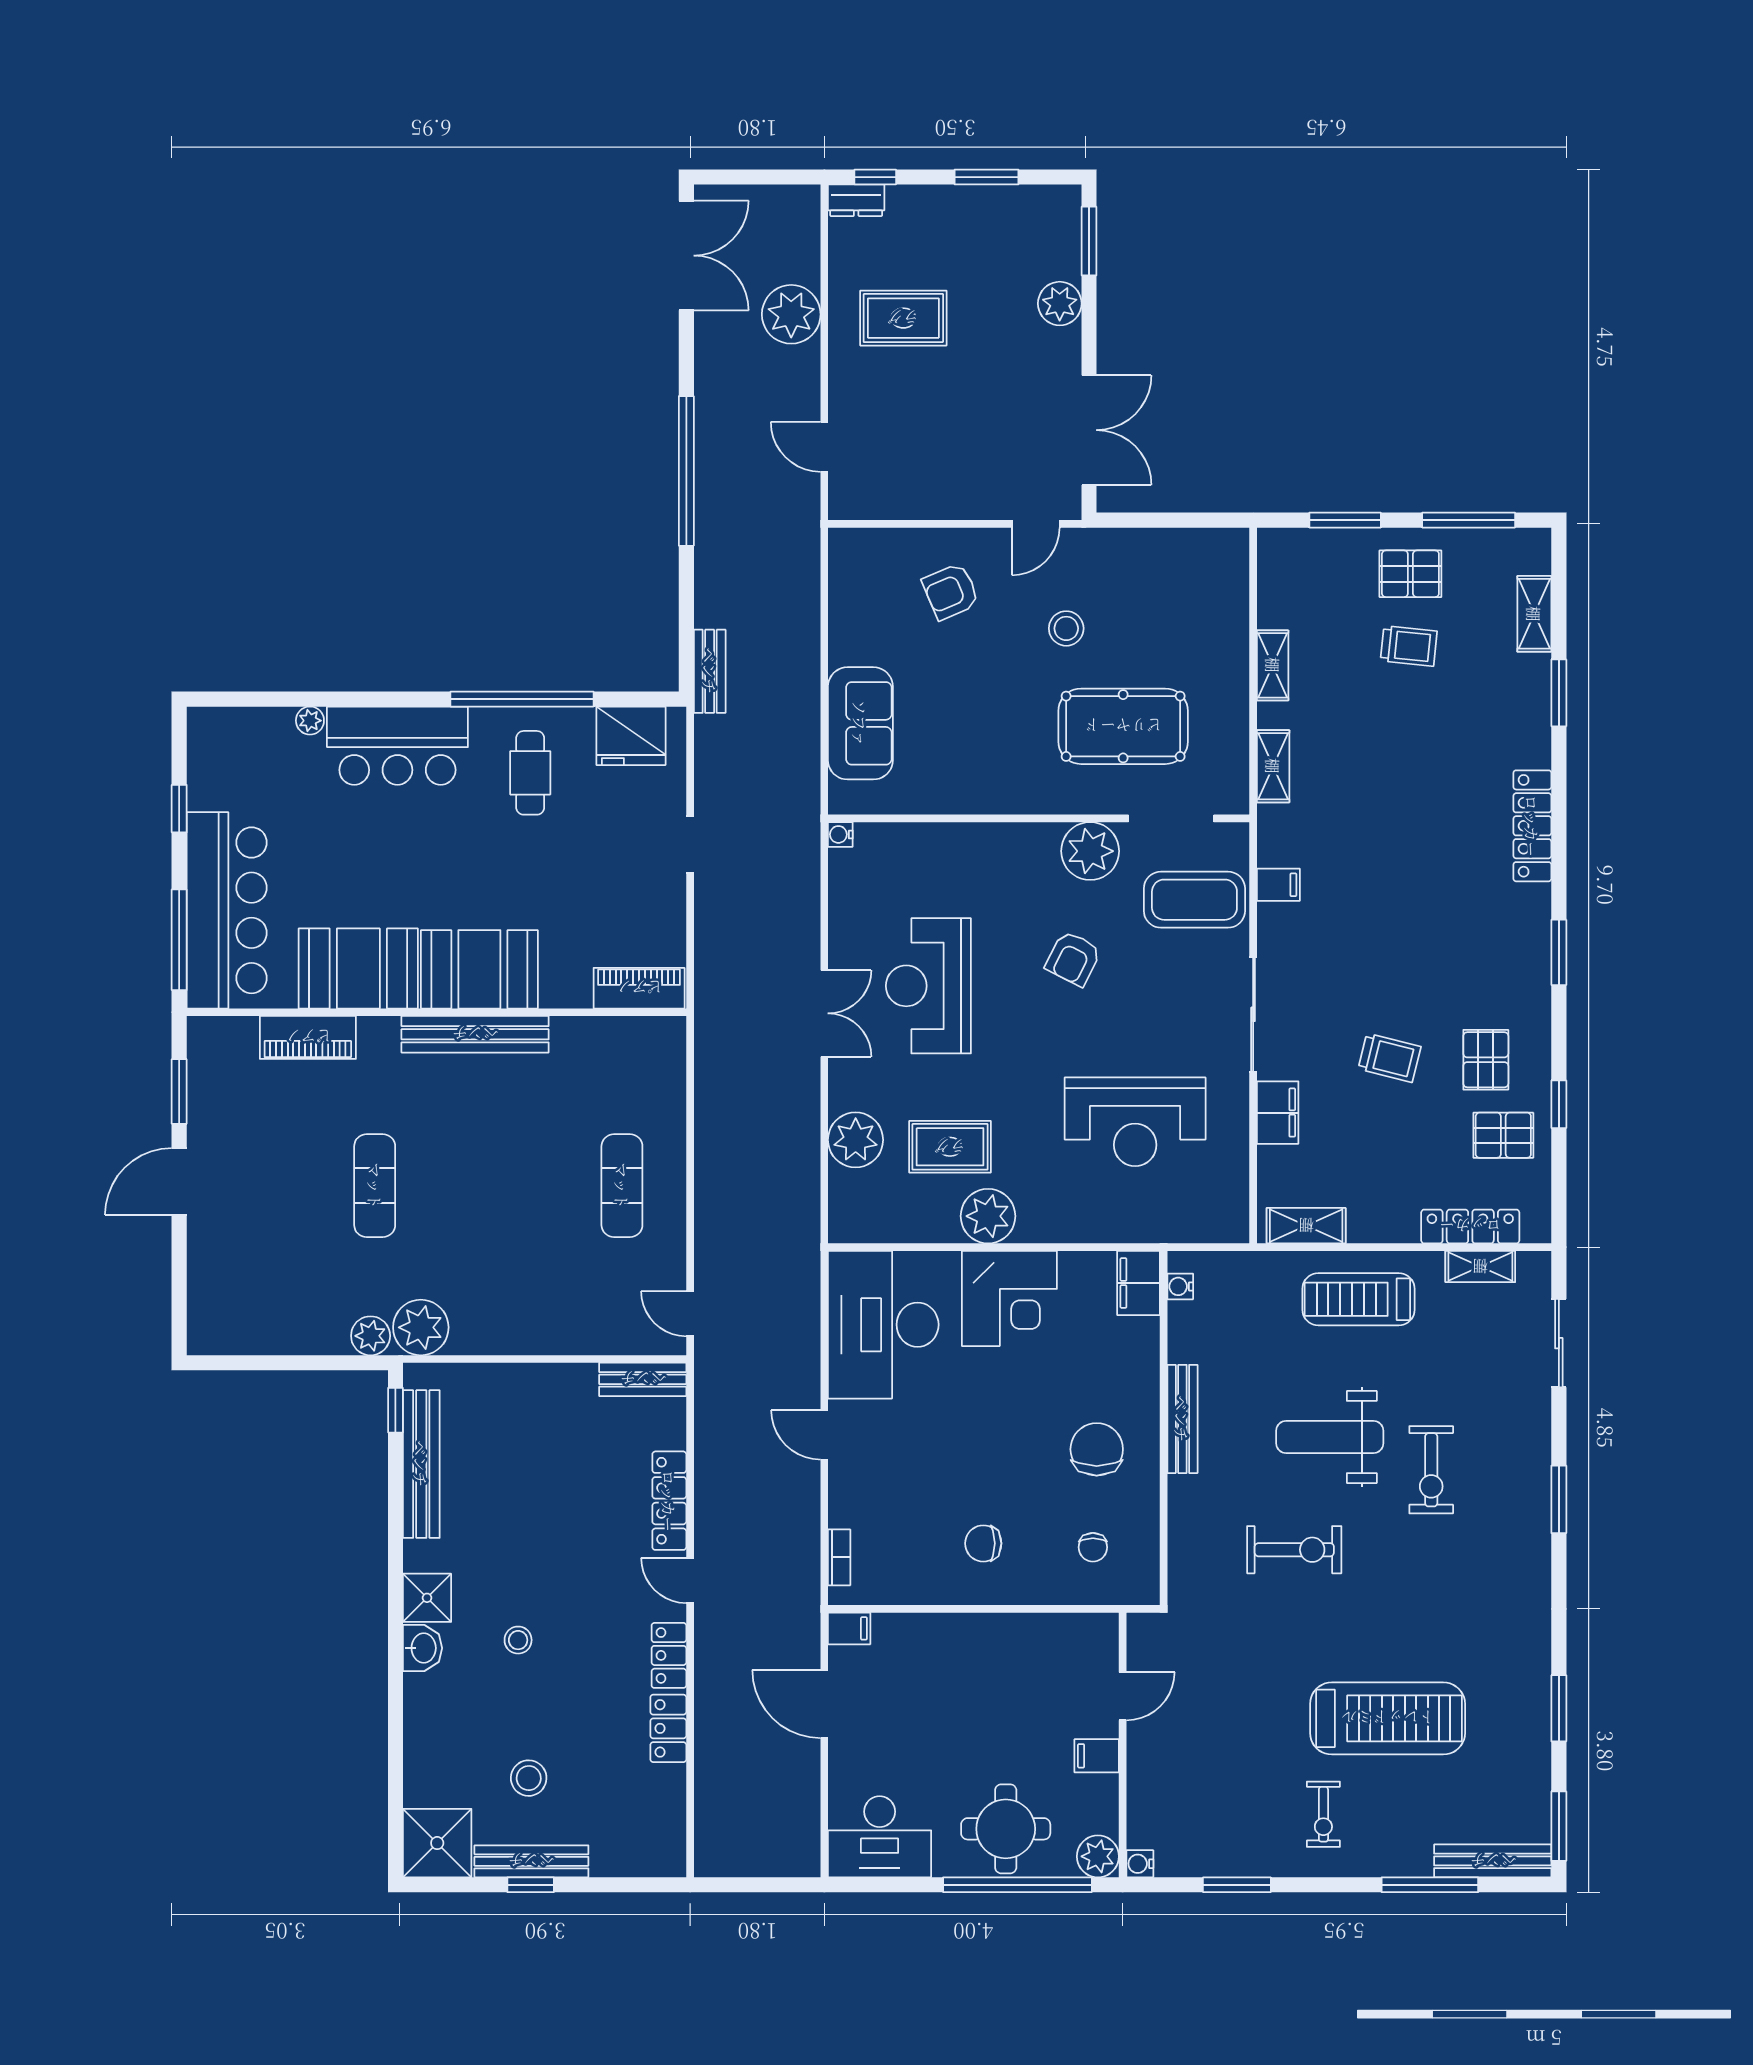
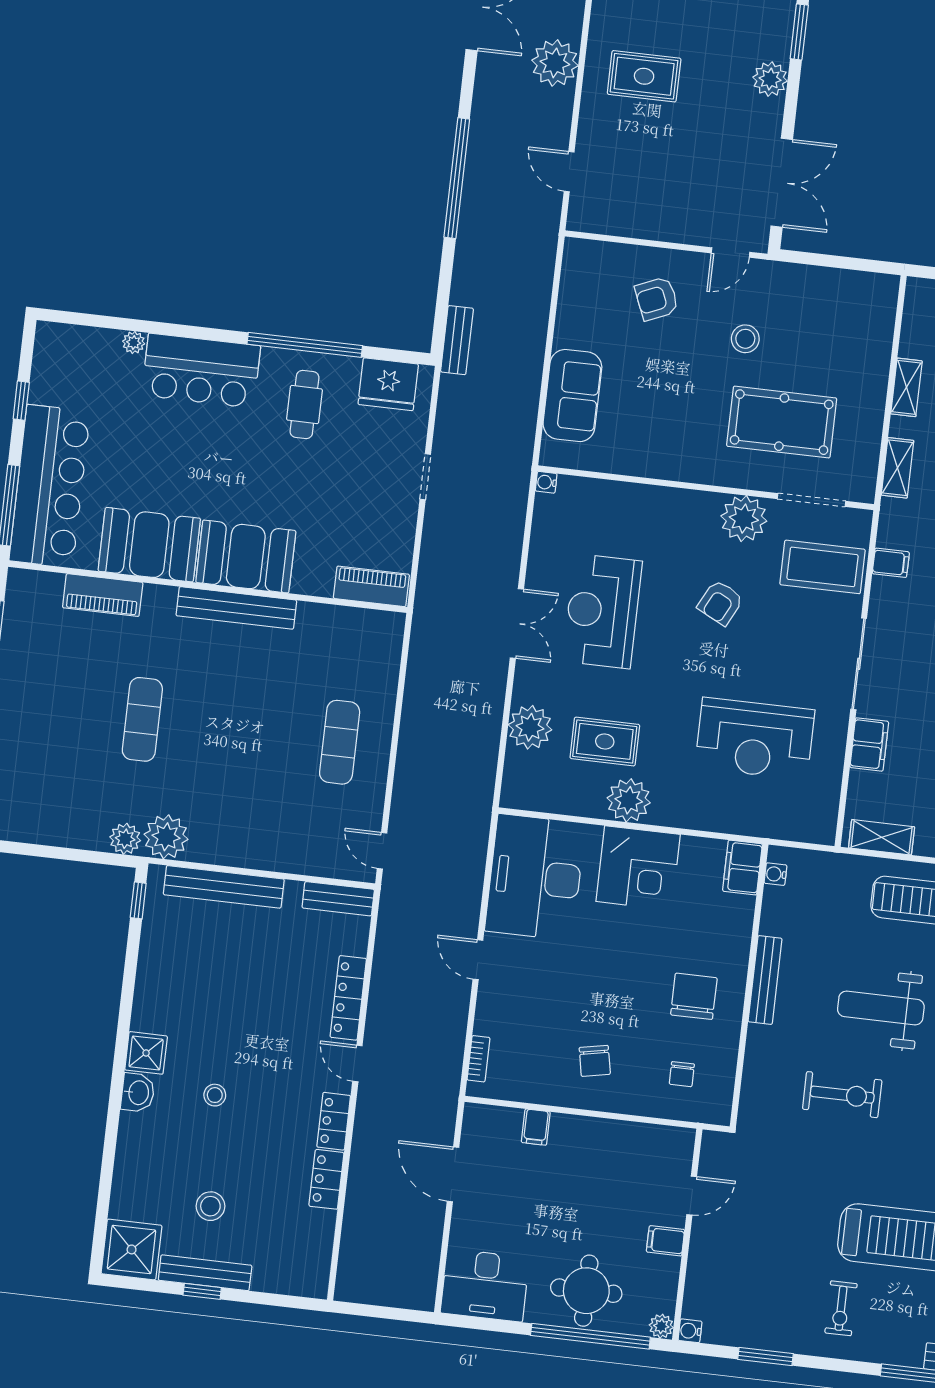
bench: (421, 1464) -> (224, 887), moved, turned 90
chair: (983, 1543) -> (595, 1061), turned -101
filing cabinet: (849, 1628) -> (536, 1127), moved, turned 90
plant: (1098, 1856) -> (661, 1326), width x0.73, depth x0.73

